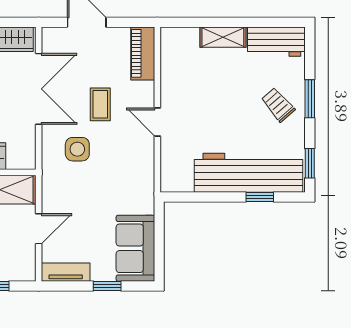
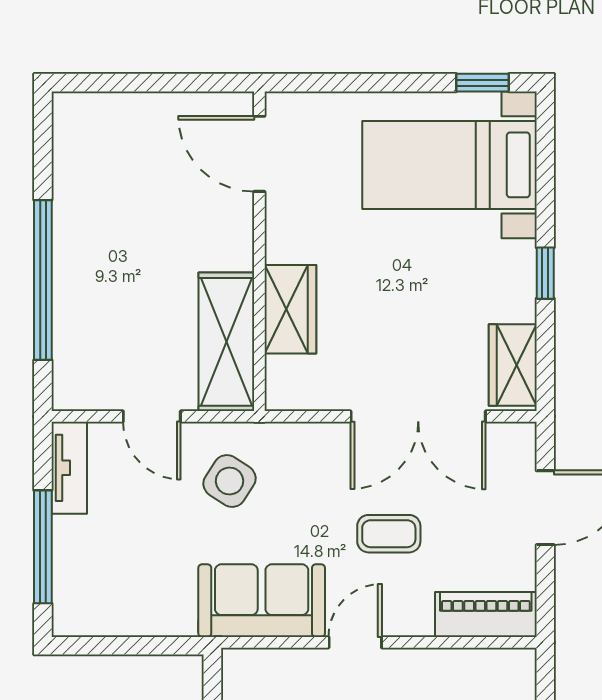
side table: (77, 149) -> (229, 481), moved, turned 33
sofa: (135, 248) -> (262, 601), moved
window: (107, 286) -> (43, 547), width x2.17

